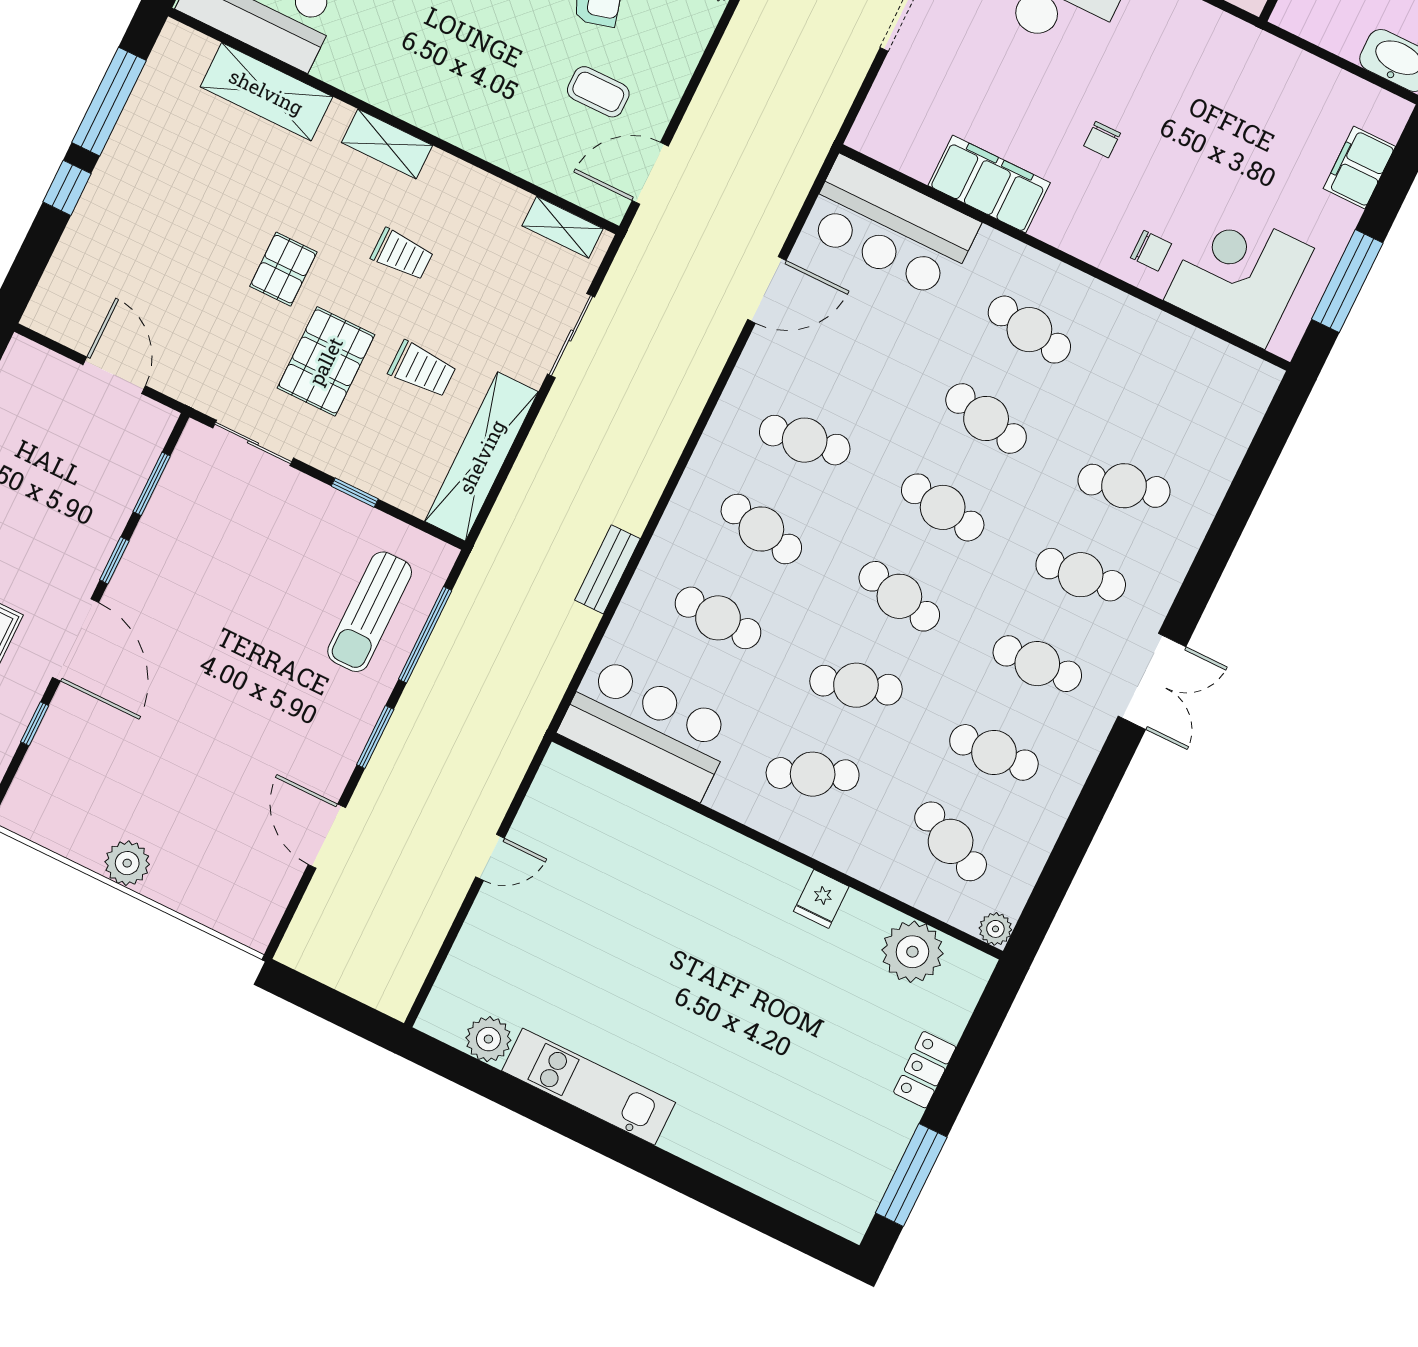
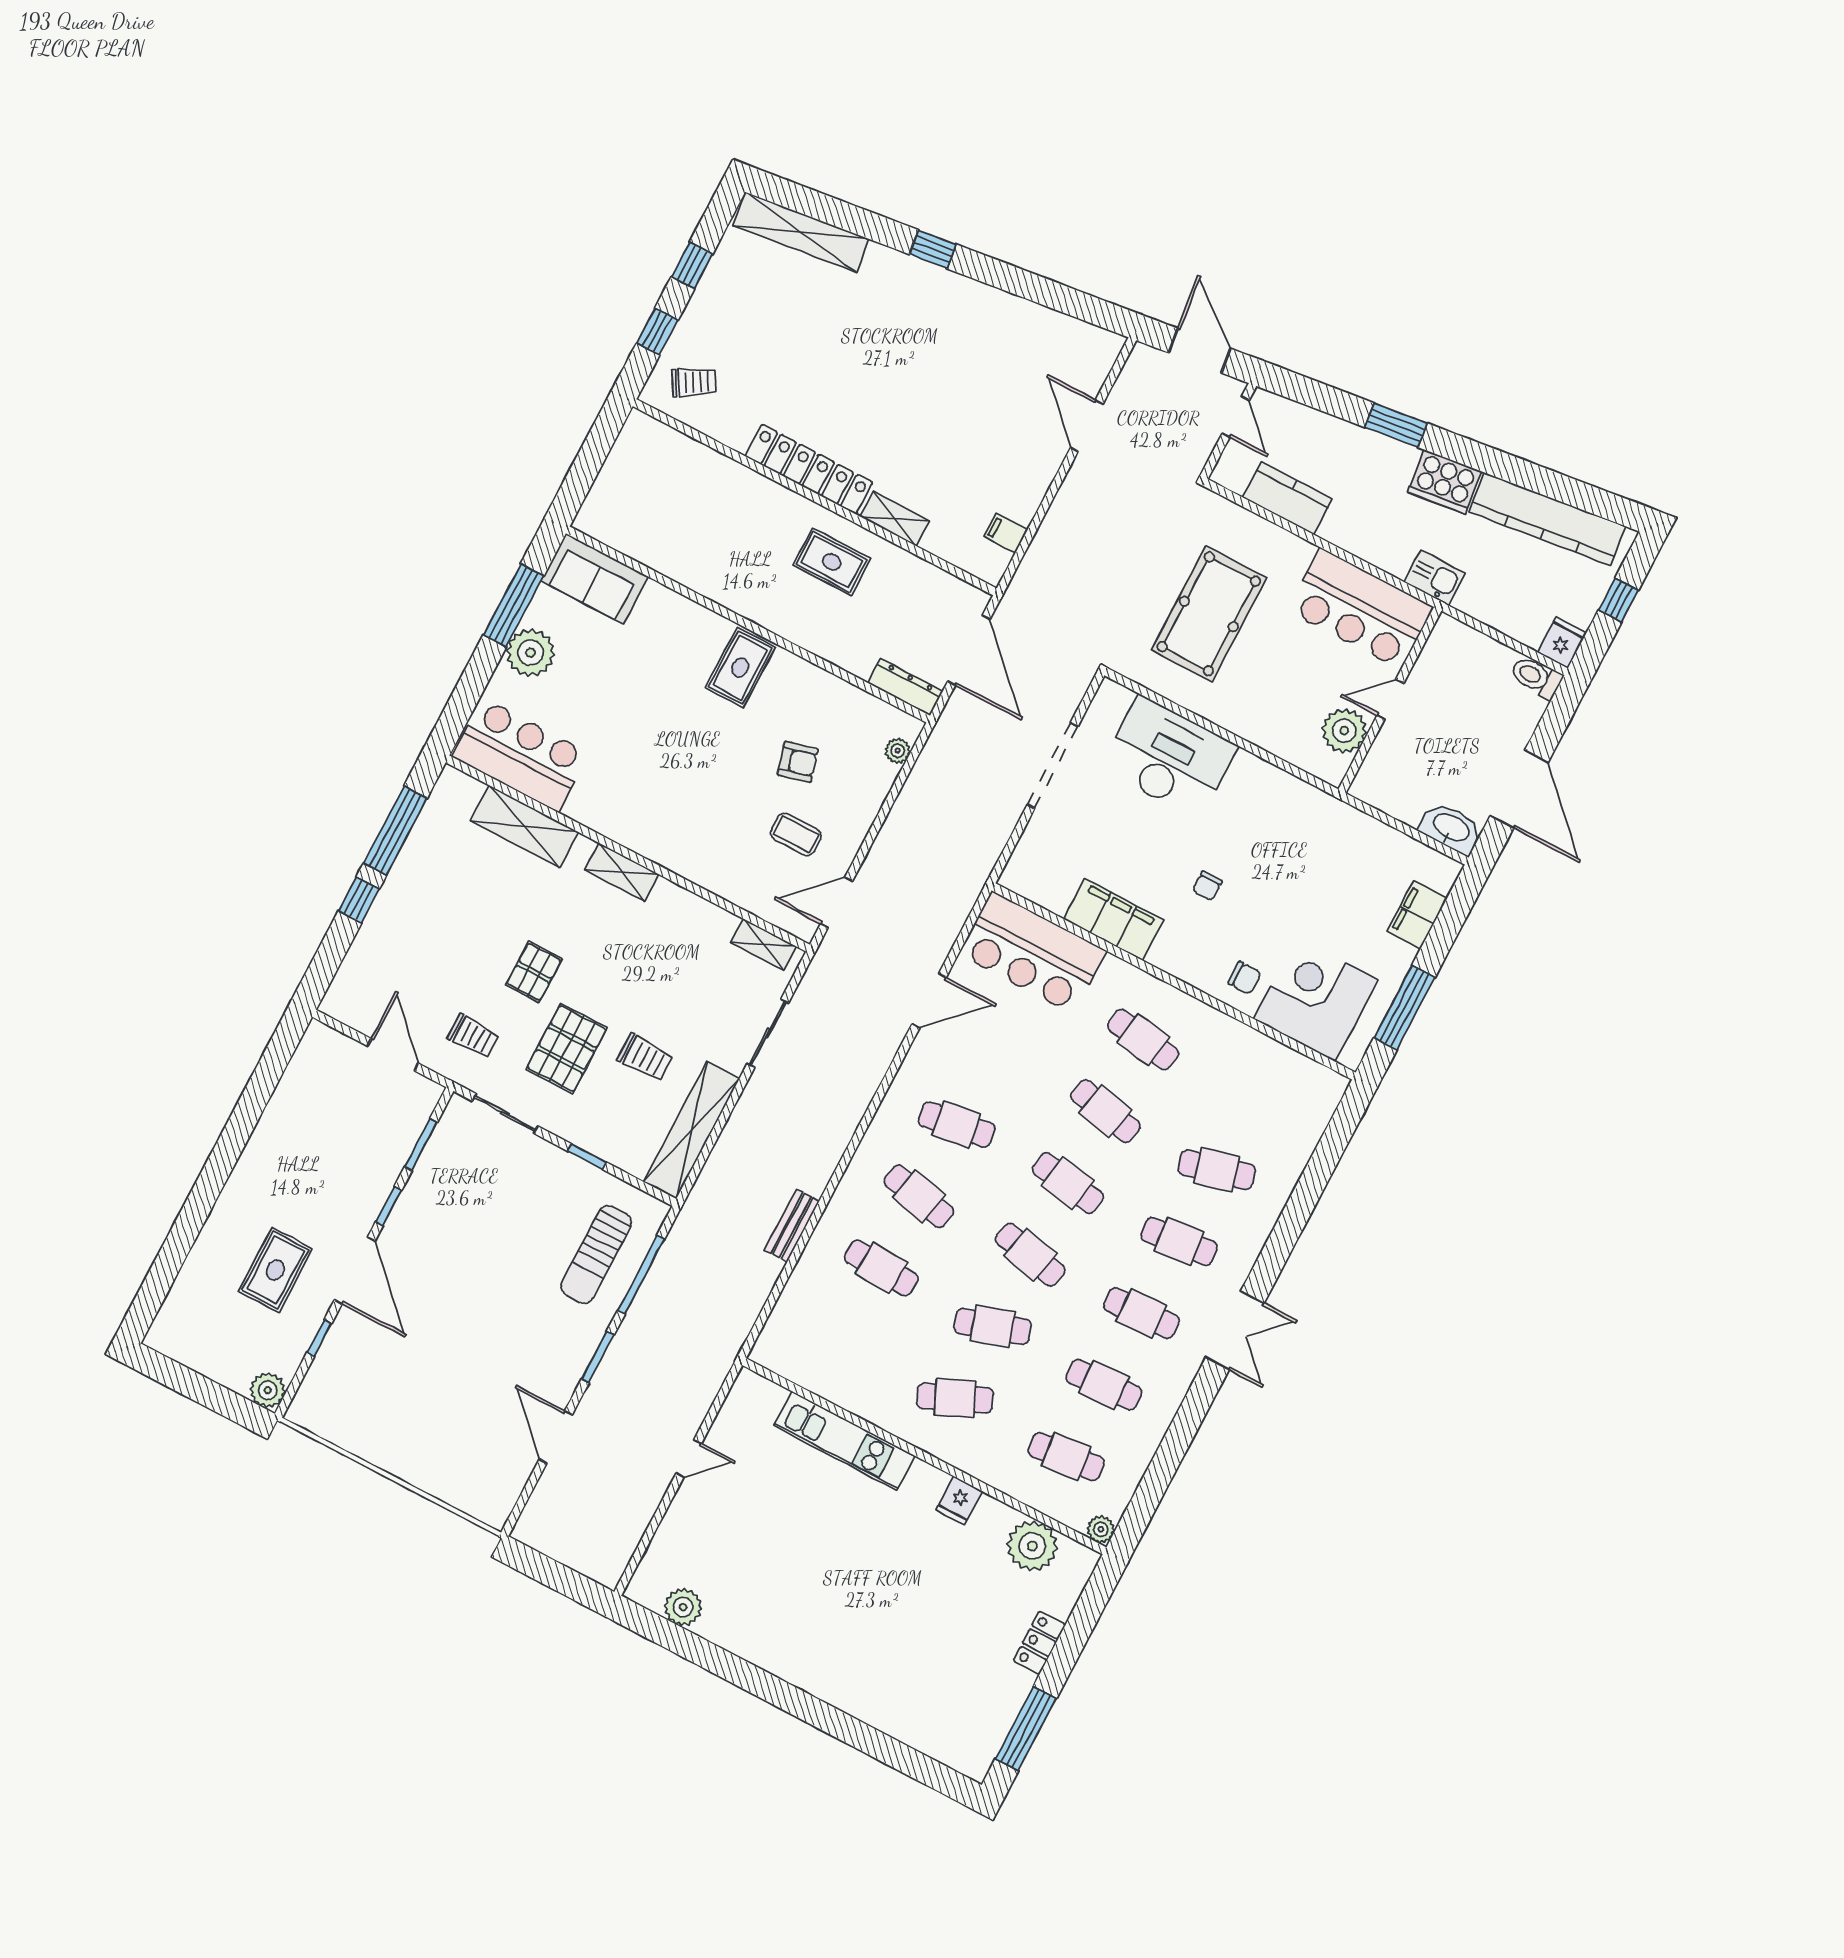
trolley: (402, 254) -> (473, 1036), moved
bar counter: (648, 728) -> (821, 1356), removed
cafe table: (951, 841) -> (1066, 1457), turned -30
plant: (127, 863) -> (392, 1454), removed
kitchen unit: (589, 1087) -> (844, 1441), moved, turned 180

